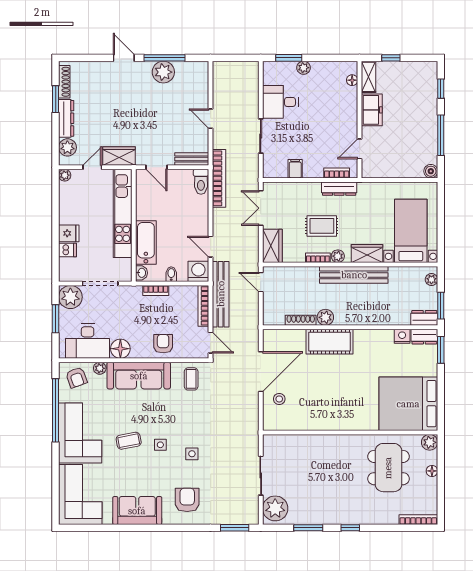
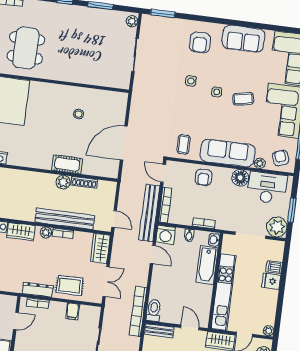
rug: (322, 226) -> (70, 286), moved
bench: (354, 275) -> (65, 219), moved
cot: (330, 342) -> (67, 164), width x0.73, depth x0.75
stool: (279, 399) -> (79, 114), moved
plant: (275, 508) -> (132, 21), width x0.53, depth x0.53

